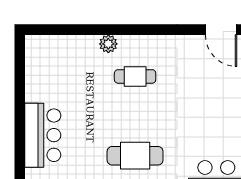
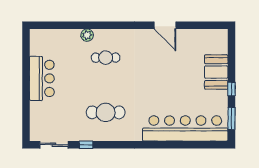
bar counter: (43, 135) -> (42, 78), moved

